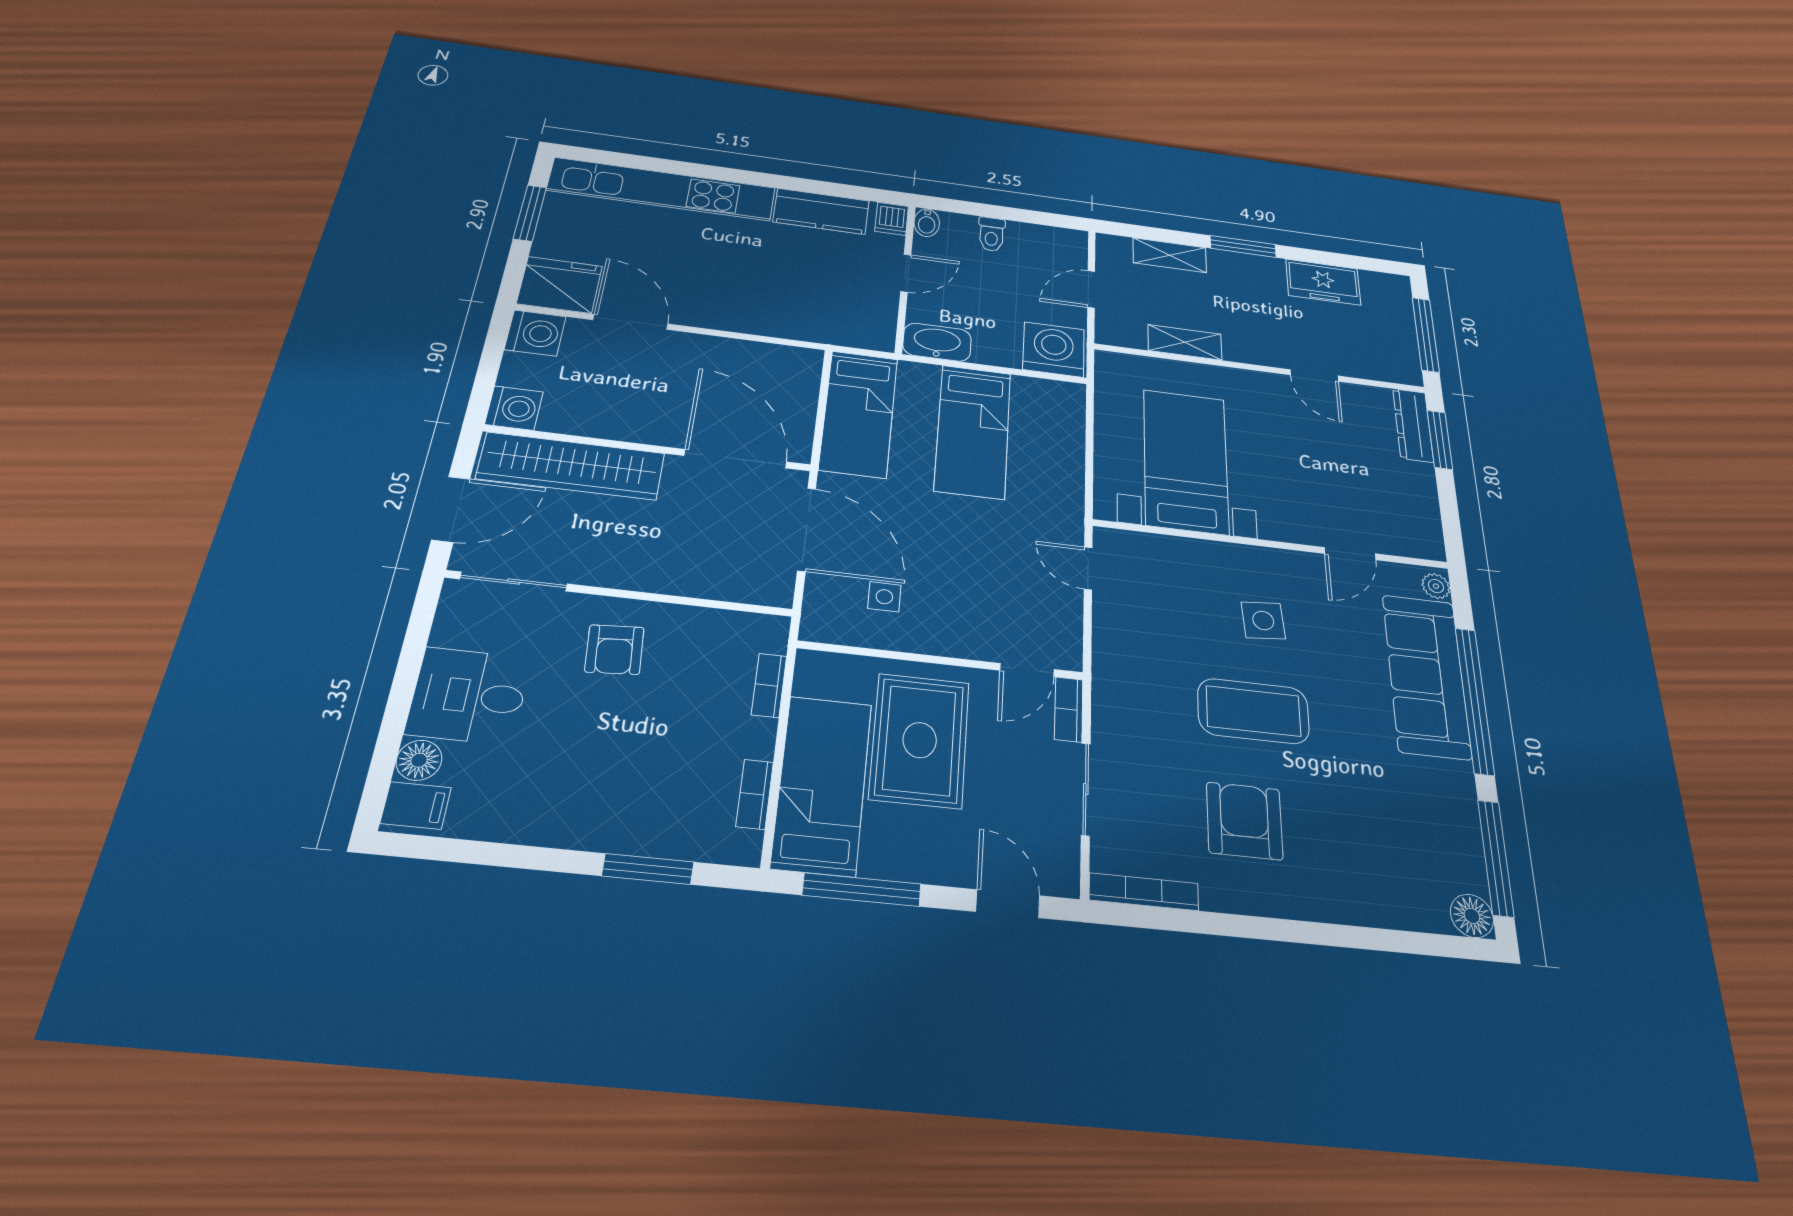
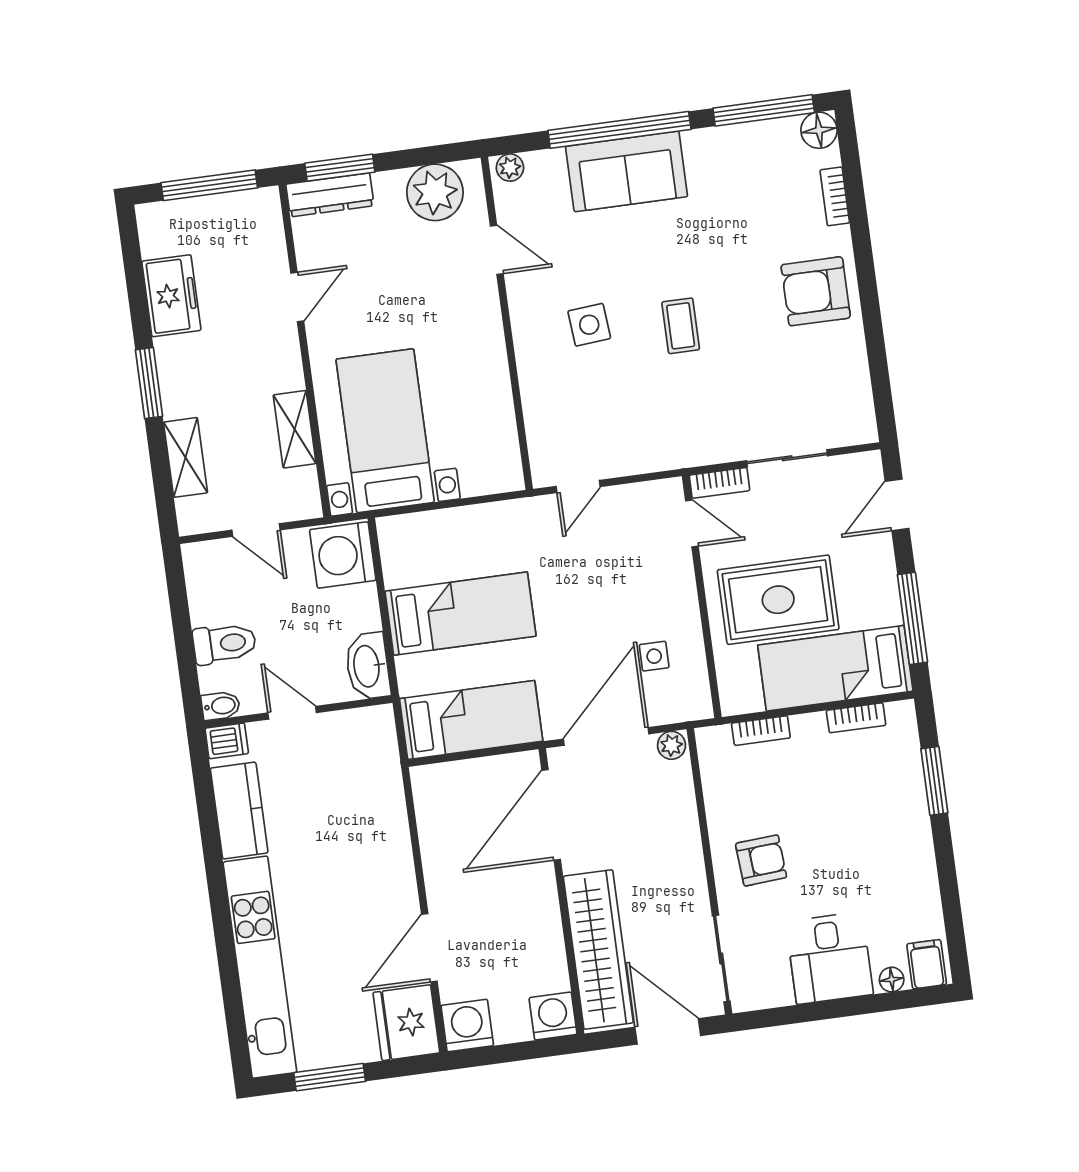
toilet: (991, 234) -> (224, 644), width x1.37, depth x1.39
bed with nightstands: (1186, 461) -> (385, 431), moved, turned 90
plant: (1412, 513) -> (435, 192), added
plant: (778, 590) -> (672, 745), added
sofa: (1426, 676) -> (627, 171), width x0.73
coffee table: (1253, 711) -> (681, 326), width x0.54, depth x0.58
floor lamp: (419, 760) -> (892, 980), width x0.73, depth x0.73
armchair: (1244, 821) -> (816, 291), moved
bookcase: (1144, 892) -> (835, 196), moved, width x0.64

